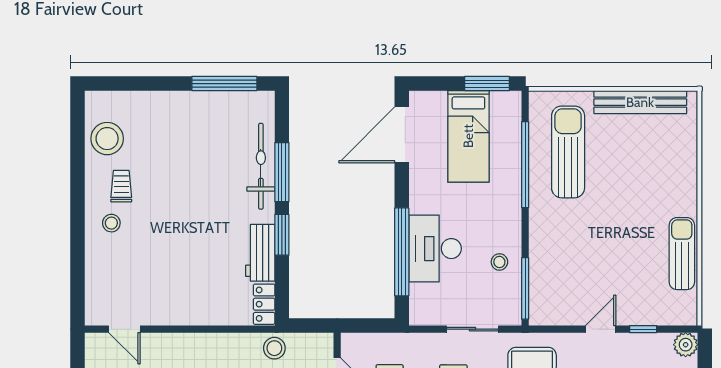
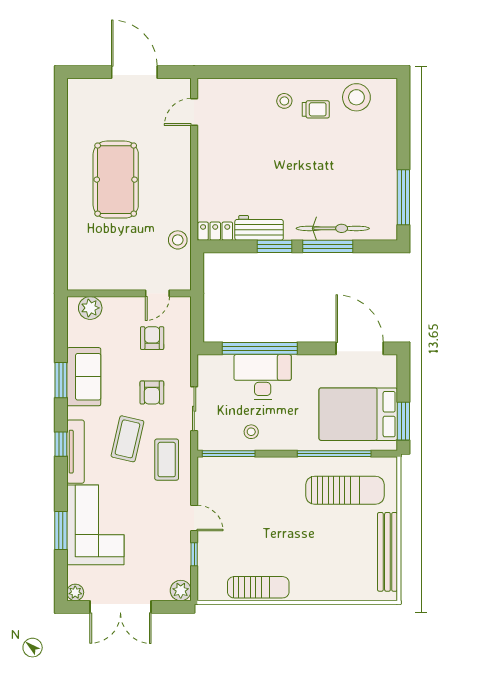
bed: (468, 136) -> (358, 414), width x1.50

